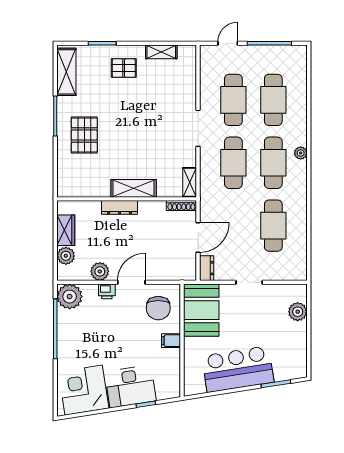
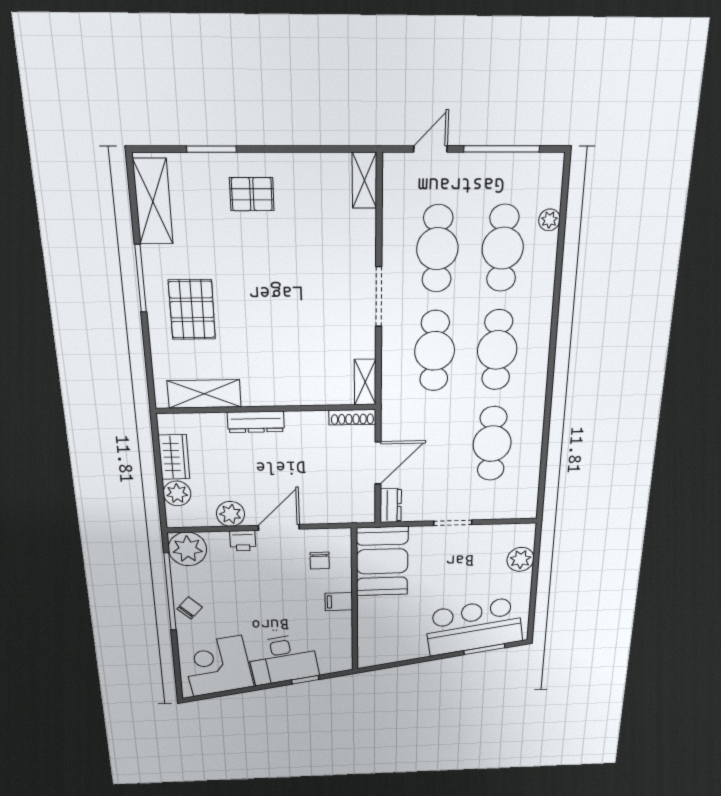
shelving: (161, 52) -> (364, 180), moved, turned 90
plant: (301, 153) -> (549, 220), moved
shelving: (134, 188) -> (204, 394), moved
chair: (158, 308) -> (320, 561), width x0.54, depth x0.54
chair: (68, 342) -> (190, 608), added
bar counter: (238, 369) -> (474, 627), moved

